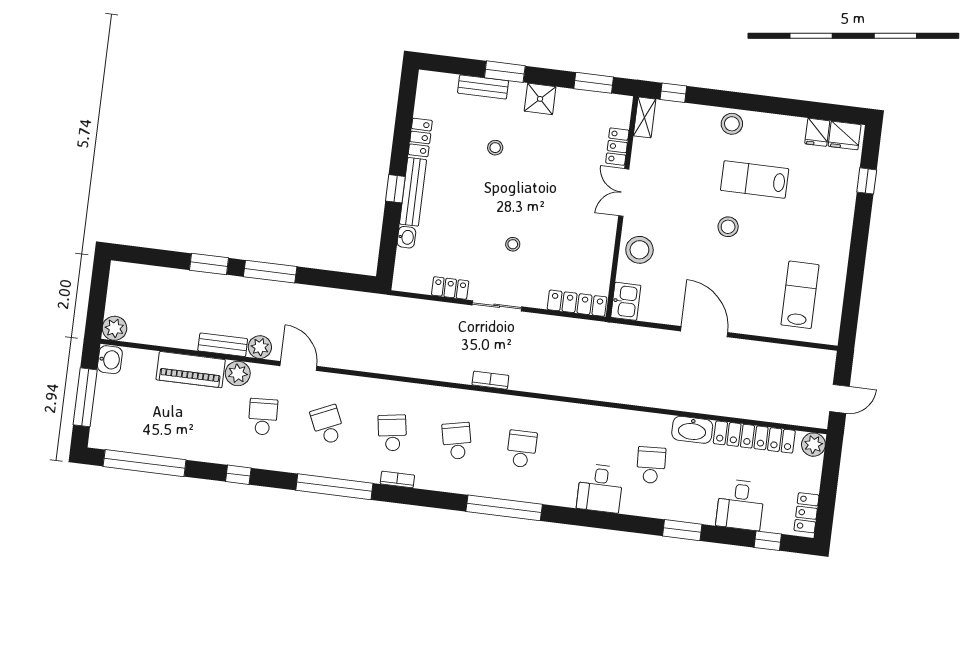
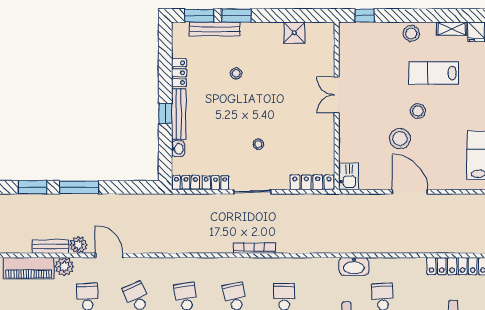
window: (594, 83) -> (199, 16), moved
bench: (483, 87) -> (215, 29), width x1.36
shower: (540, 99) -> (294, 33), moved
shelving: (645, 117) -> (452, 29), moved, turned 90
locker: (617, 147) -> (186, 183), moved, turned 90
stool: (639, 250) -> (400, 139), moved
bookcase: (490, 380) -> (254, 248), width x1.56
washbasin: (692, 430) -> (354, 266), moved

